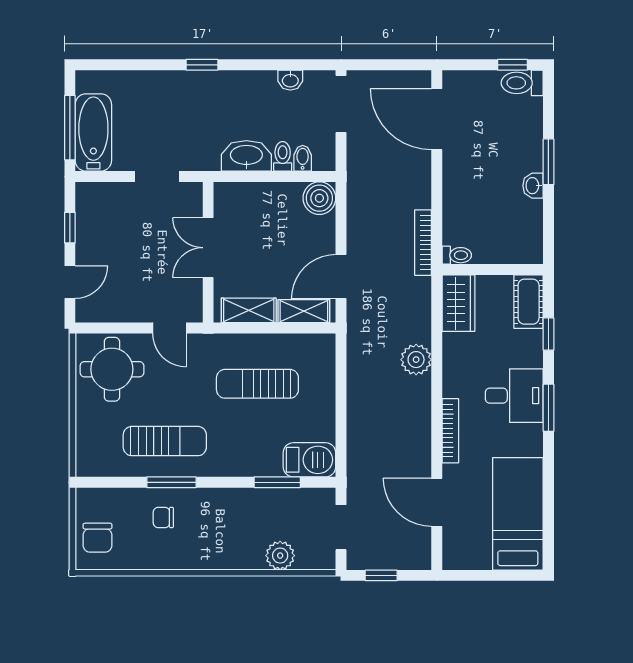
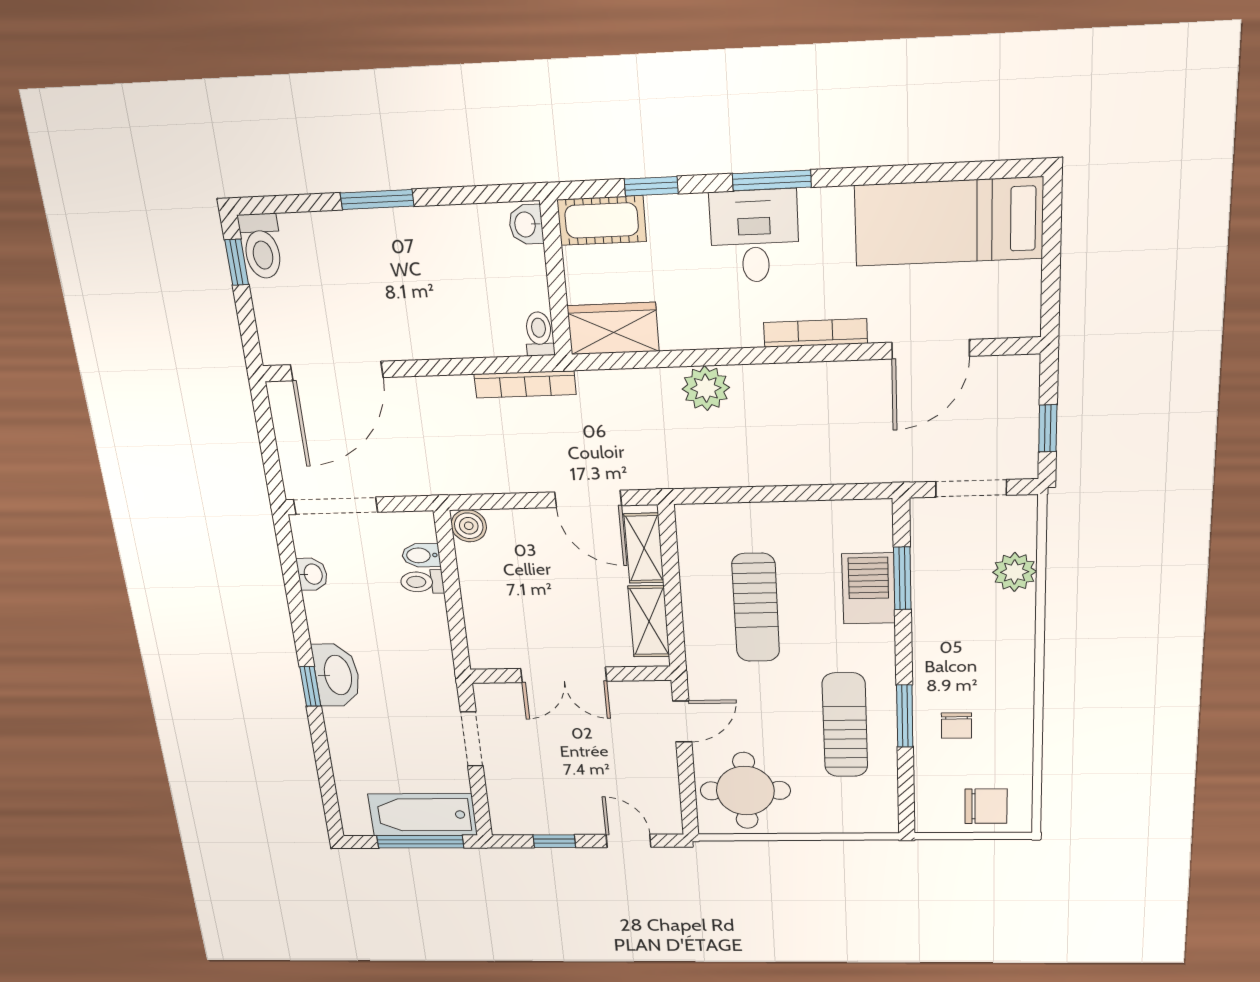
washbasin: (246, 156) -> (337, 675), moved, turned 180
washbasin: (533, 186) -> (526, 224), moved, turned 90
boiler: (319, 198) -> (469, 526), width x0.73, depth x0.73
barbecue: (309, 460) -> (869, 589), moved

